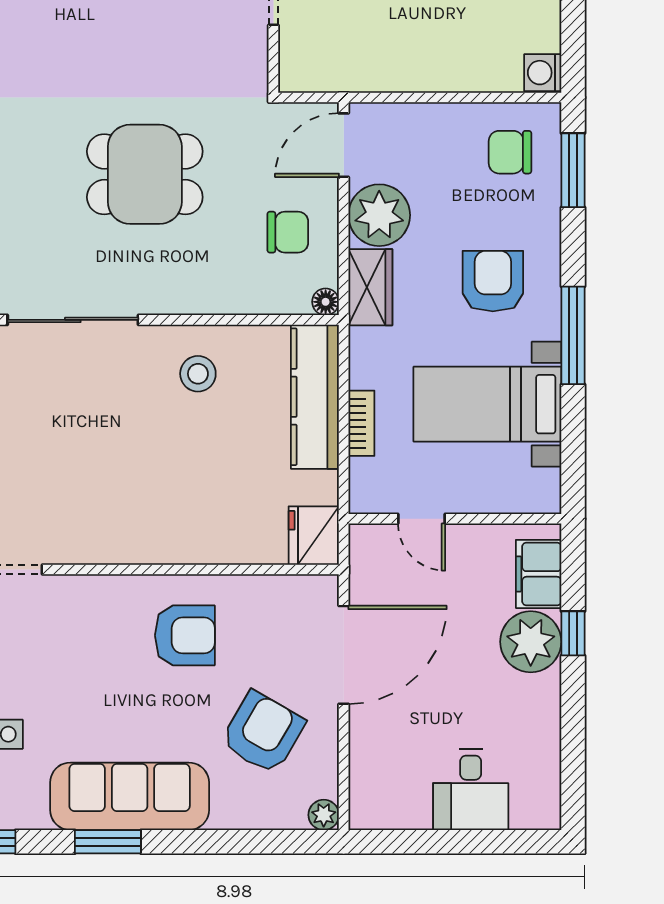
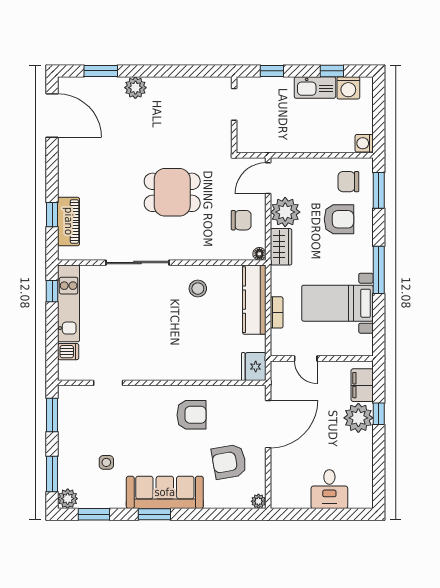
armchair: (493, 281) -> (339, 219), moved, turned 90
armchair: (263, 733) -> (229, 462), turned -130

